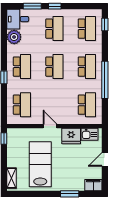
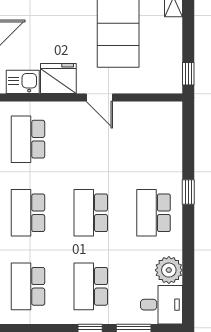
school desk: (22, 105) -> (154, 139), removed

